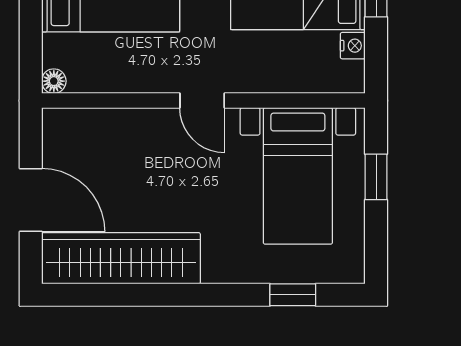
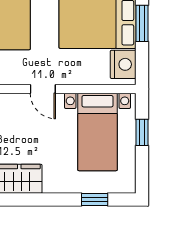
nightstand: (353, 46) -> (123, 64), width x1.89, depth x1.79

